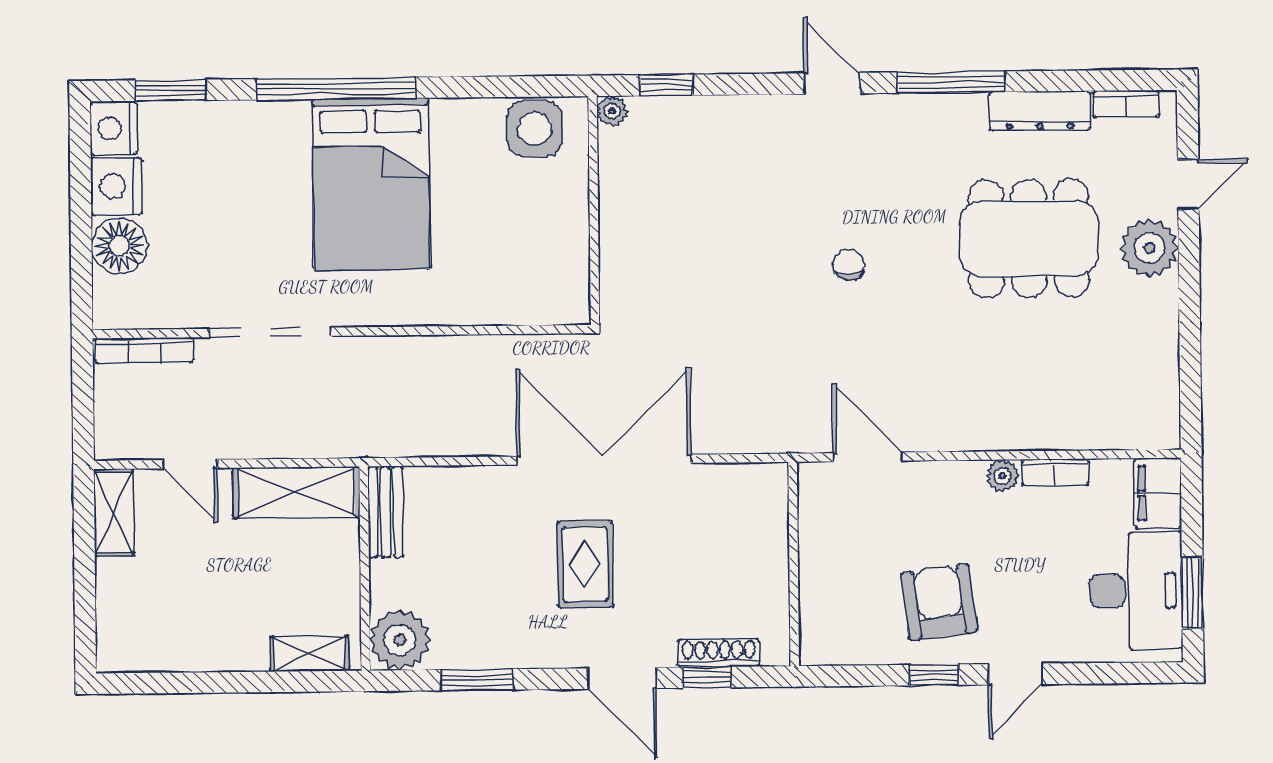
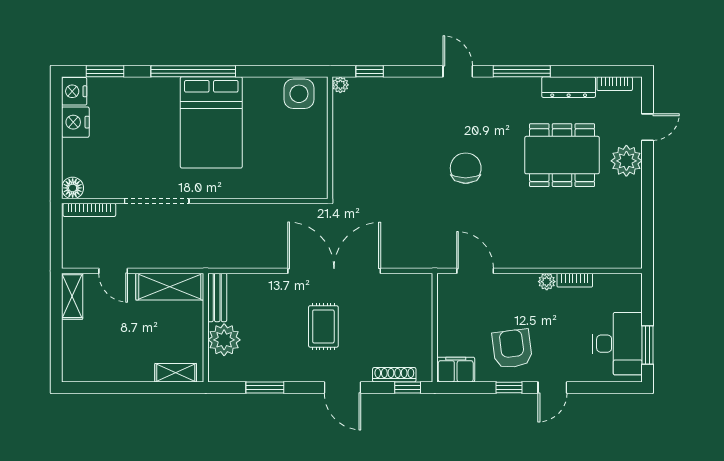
floor lamp: (119, 246) -> (73, 188), moved, width x0.73, depth x0.73
chair: (848, 265) -> (466, 168), width x1.87, depth x1.87
filing cabinet: (1158, 493) -> (456, 370), moved, turned 90
plant: (400, 640) -> (224, 340), moved
window: (707, 677) -> (408, 388), moved

